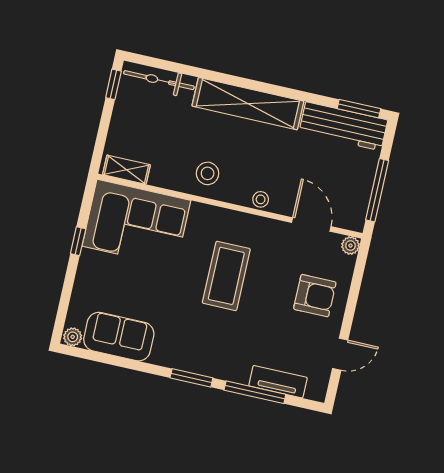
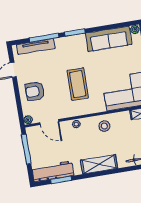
shelving: (248, 104) -> (99, 164), width x0.68
window: (359, 109) -> (61, 180), moved
sofa: (119, 337) -> (109, 39), width x1.36
tv unit: (278, 382) -> (36, 47), width x1.41

